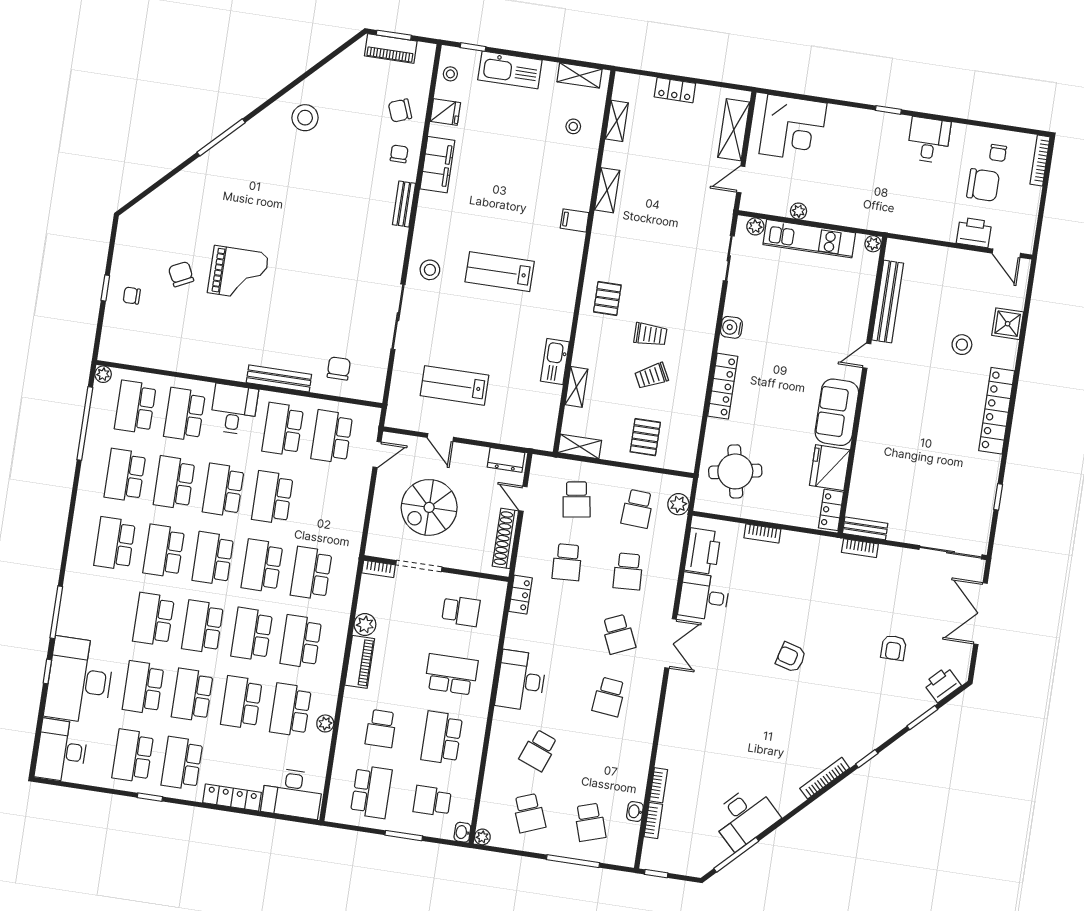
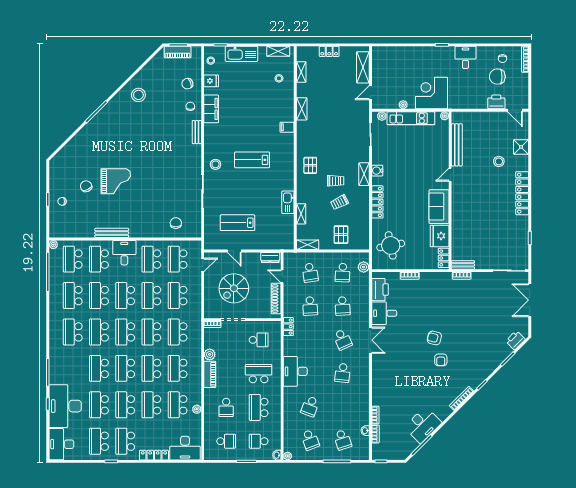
corner desk: (793, 128) -> (431, 93), moved, turned 180
chair: (983, 185) -> (497, 77), turned 180
shelving: (706, 330) -> (364, 174), added
bench: (279, 378) -> (112, 233), moved
school desk: (322, 505) -> (178, 296), added
armchair: (894, 648) -> (441, 360), moved
school desk: (371, 792) -> (226, 441), width x0.54

